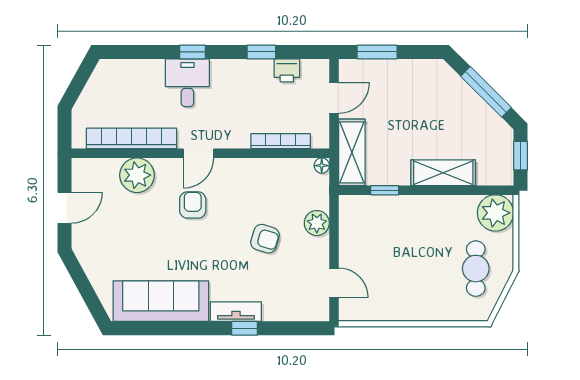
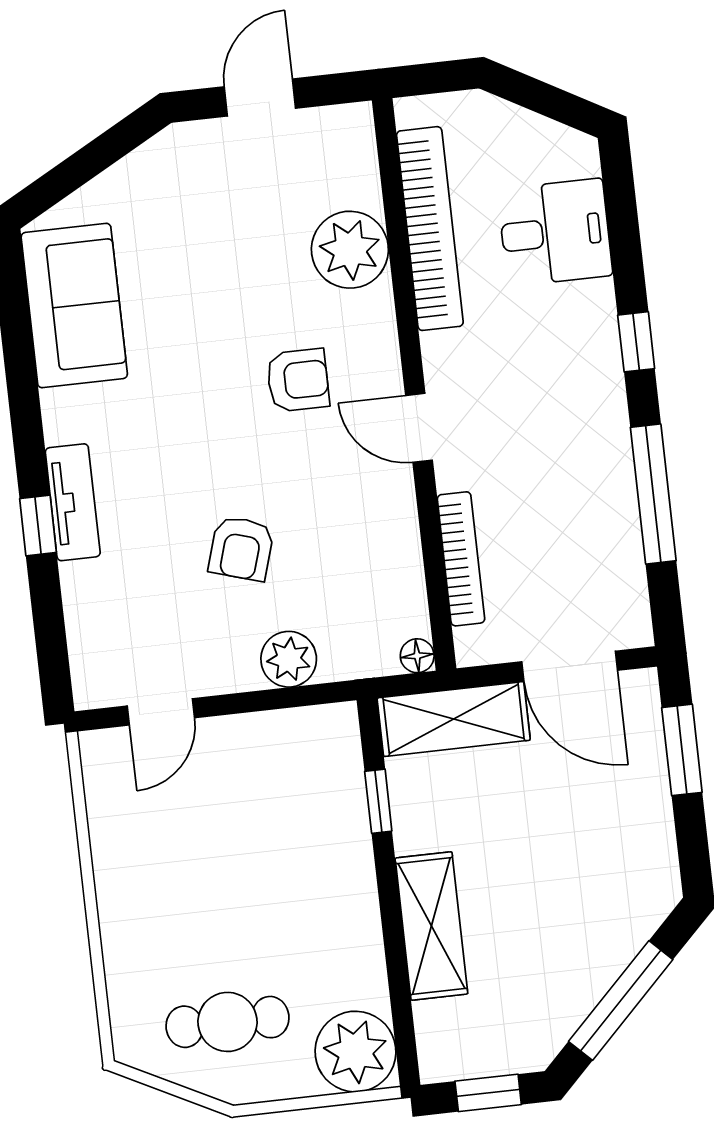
window: (261, 52) -> (653, 494), width x2.17
printer: (287, 70) -> (619, 555), removed
desk: (187, 83) -> (555, 232), moved
door: (334, 98) -> (570, 666), width x1.38
door: (198, 153) -> (419, 428), moved
door: (64, 208) -> (260, 97), swing flipped
sofa: (161, 301) -> (74, 306), width x0.73

